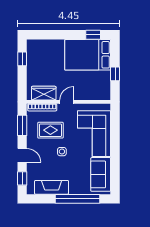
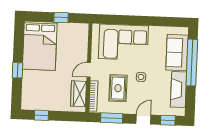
window: (93, 35) -> (18, 70), moved
door: (67, 102) -> (89, 70), hinge flipped
sofa: (101, 174) -> (177, 53), moved, turned 90

